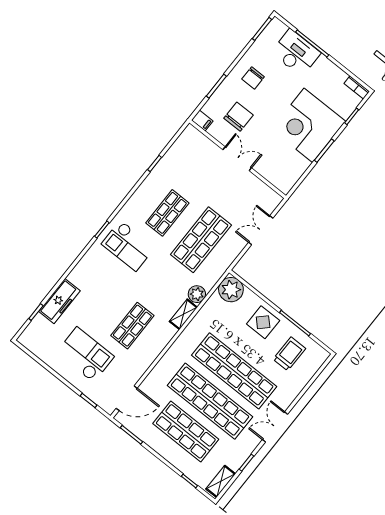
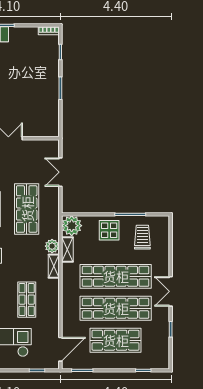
corner desk: (308, 125) -> (37, 80), removed
shelving: (221, 481) -> (67, 249), moved

